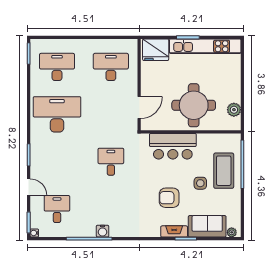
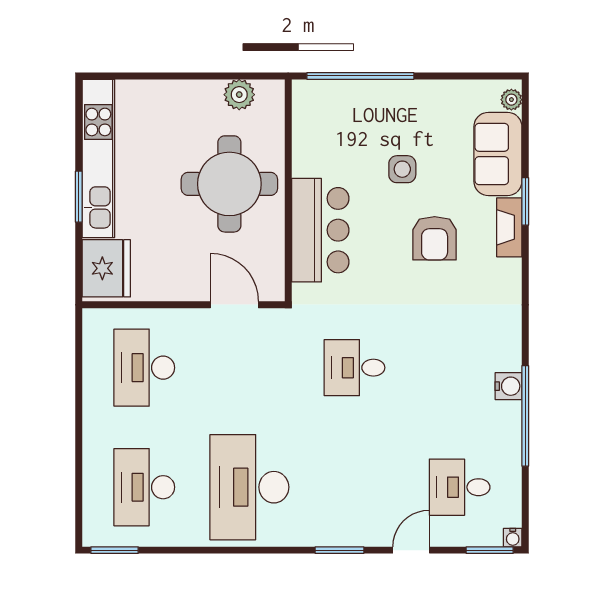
coffee table: (224, 171) -> (374, 117), removed

